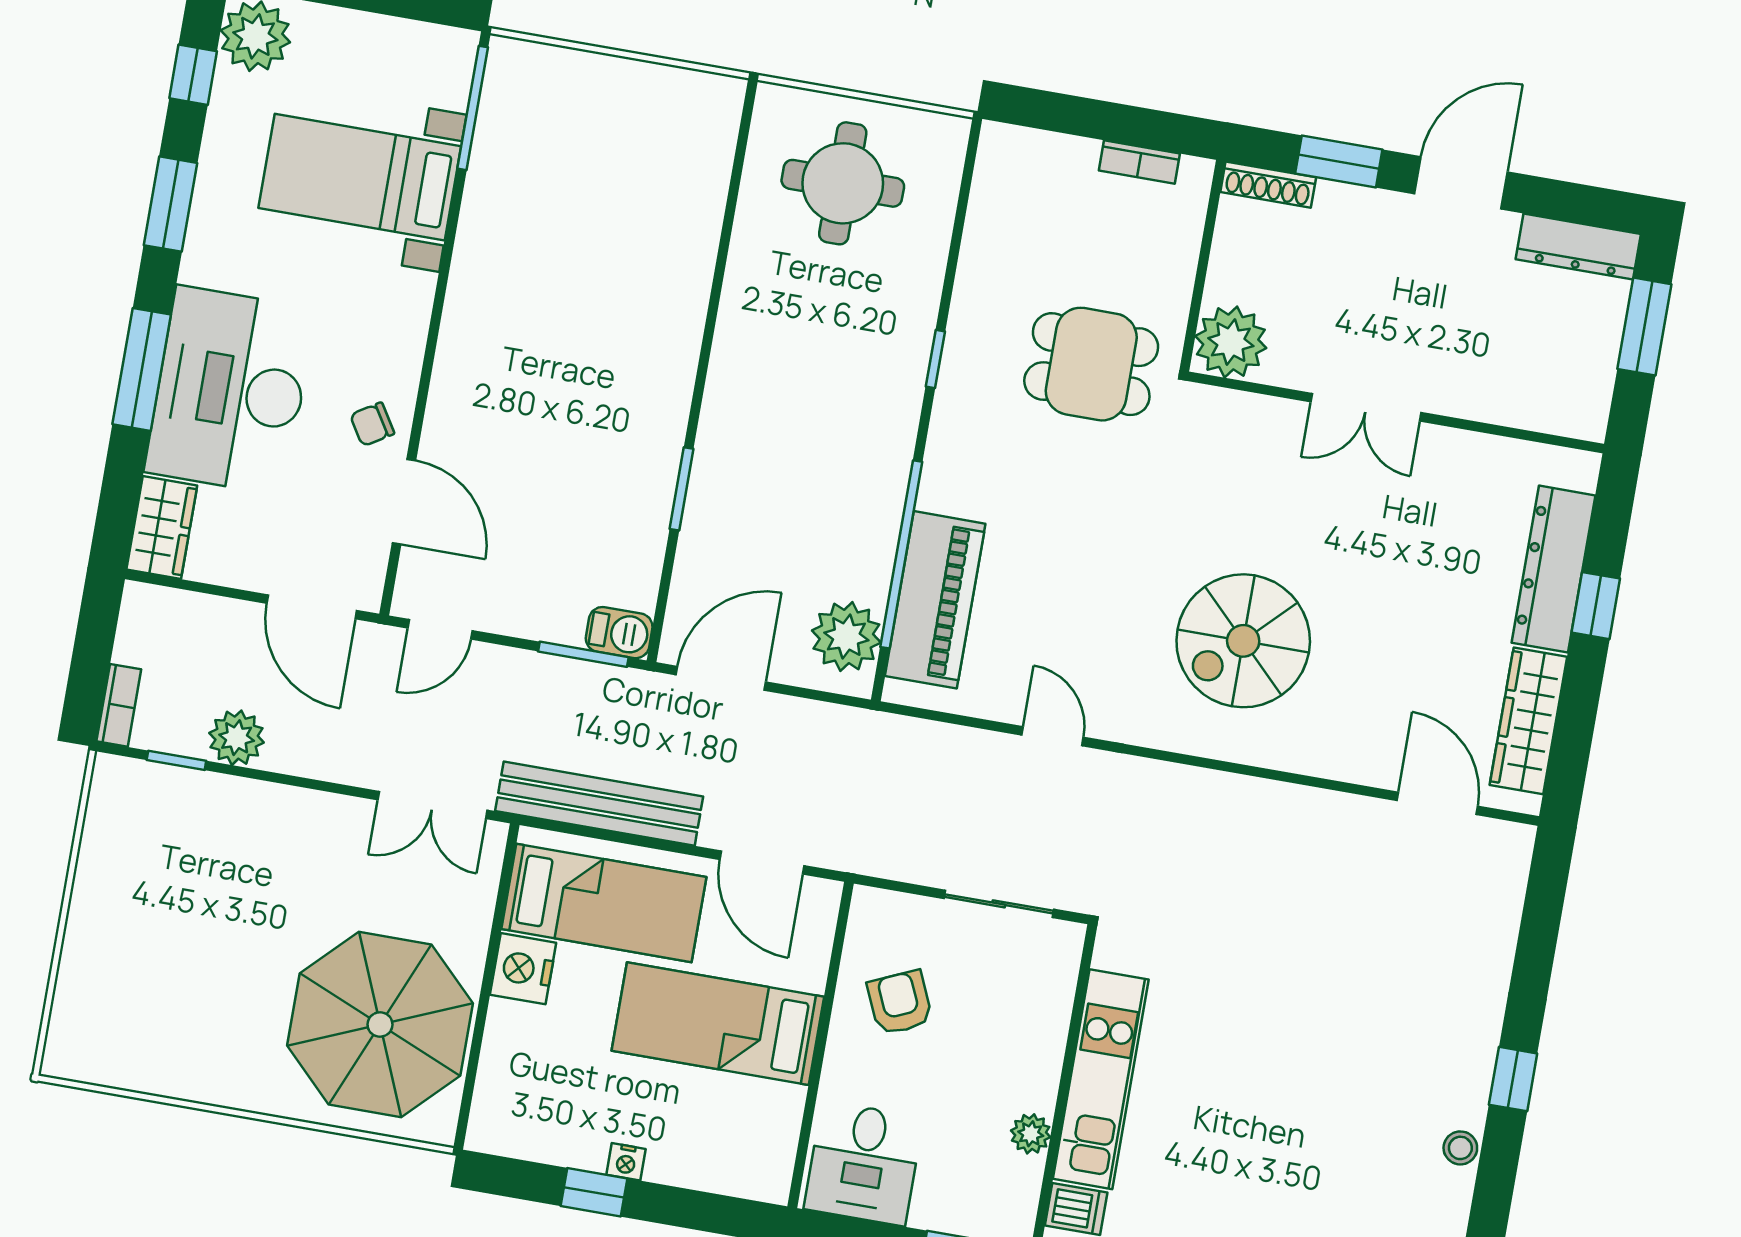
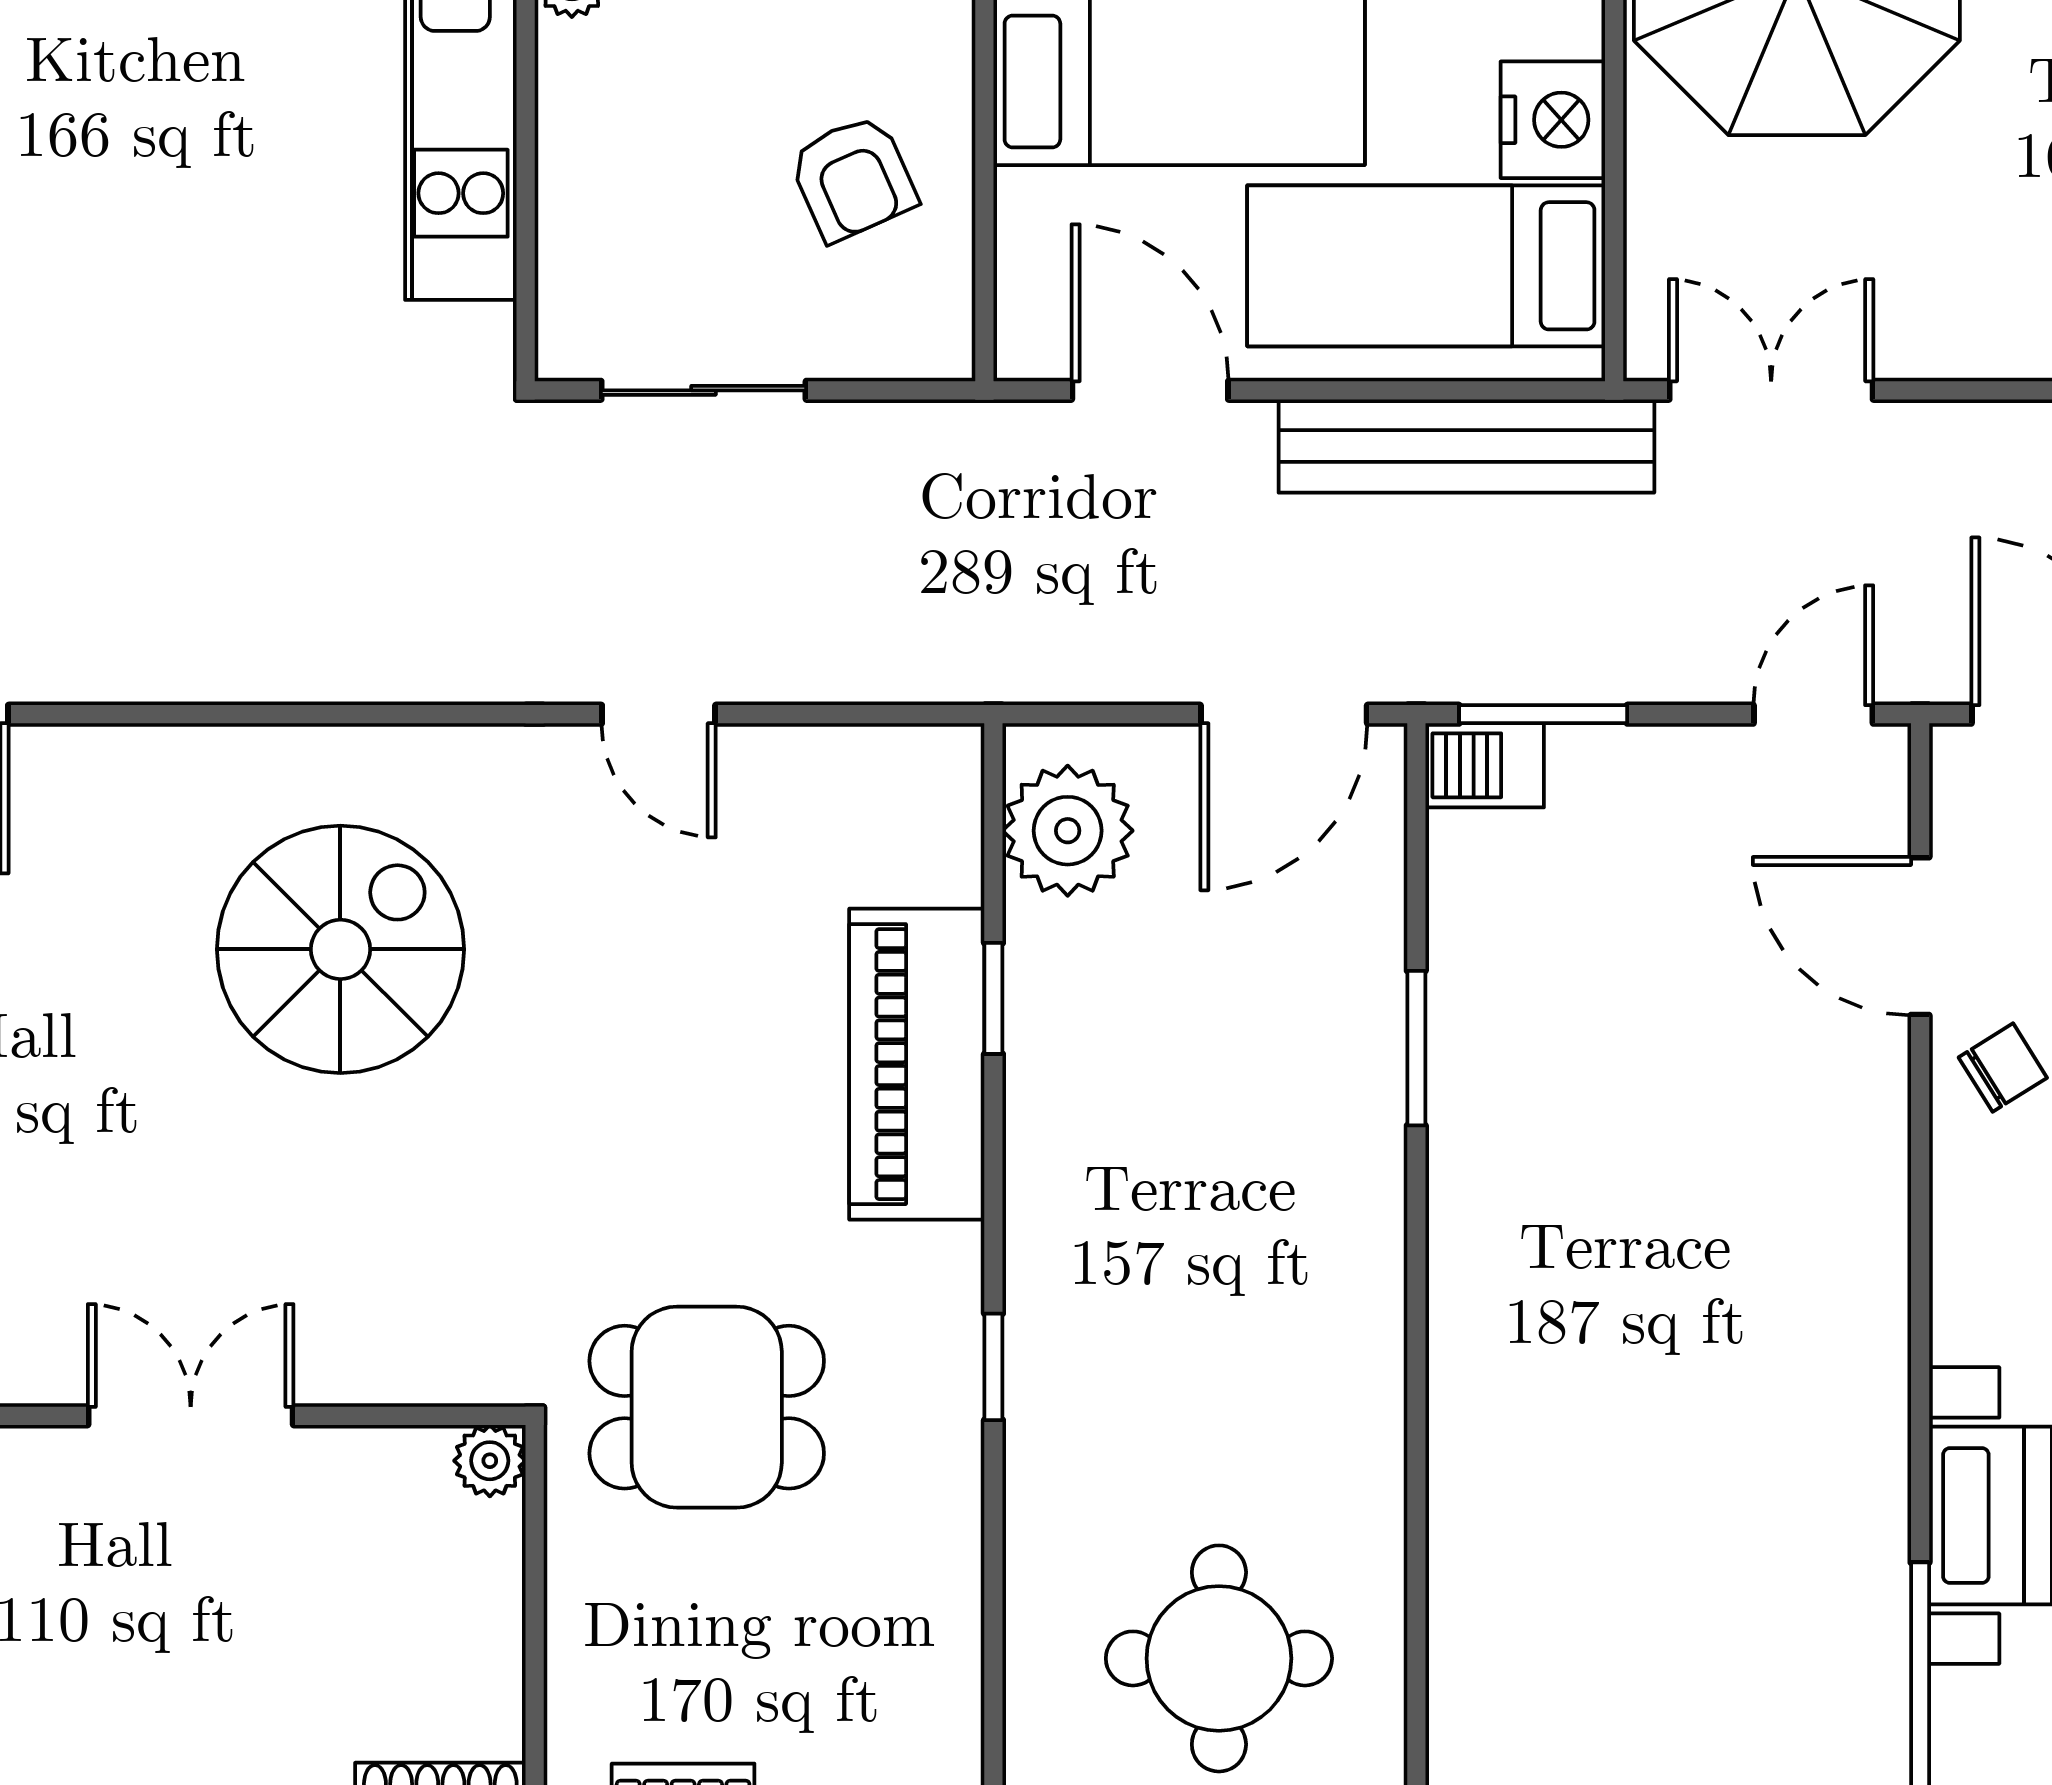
plant: (1231, 342) -> (490, 1461), width x0.53, depth x0.53
window: (901, 554) -> (993, 998), width x0.32
piano: (935, 600) -> (917, 1064), moved

